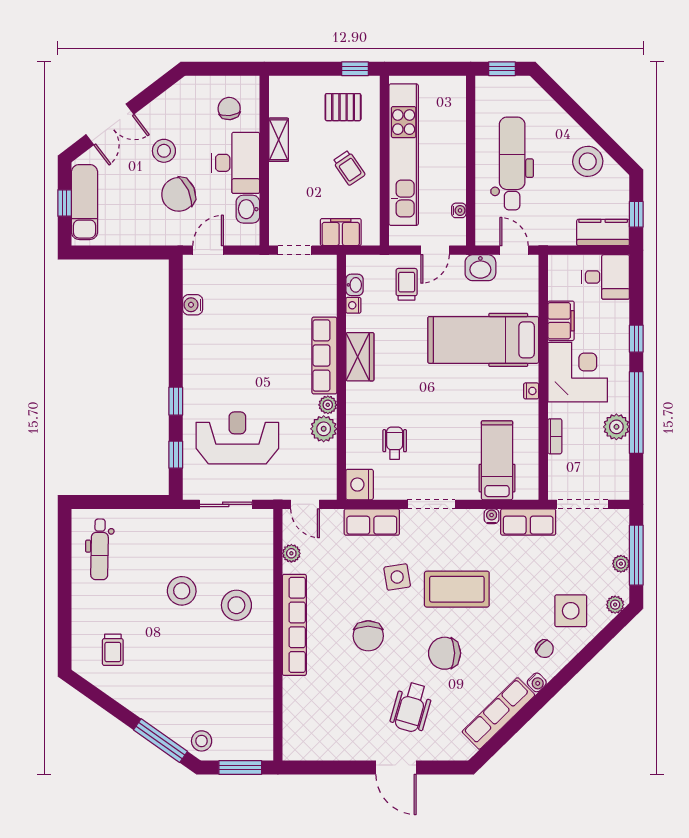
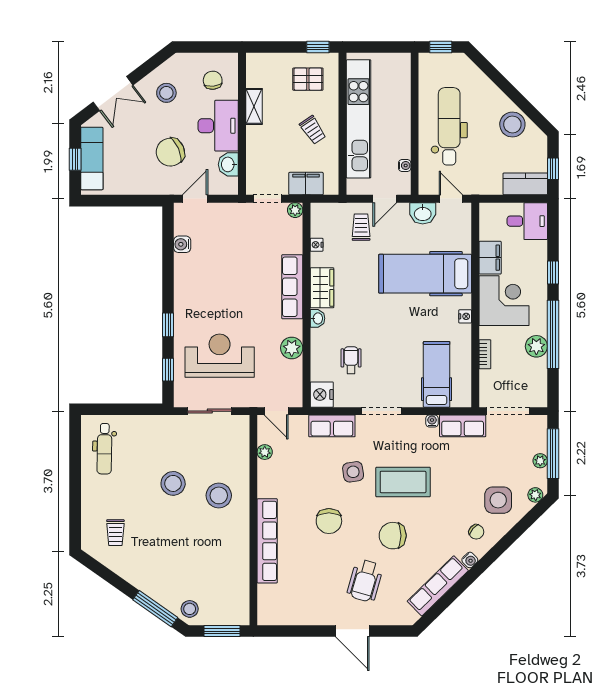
stool: (164, 151) -> (166, 93), moved
washbasin: (354, 285) -> (317, 318), moved
plant: (328, 405) -> (295, 210), moved
row of seats: (294, 625) -> (267, 541), moved

